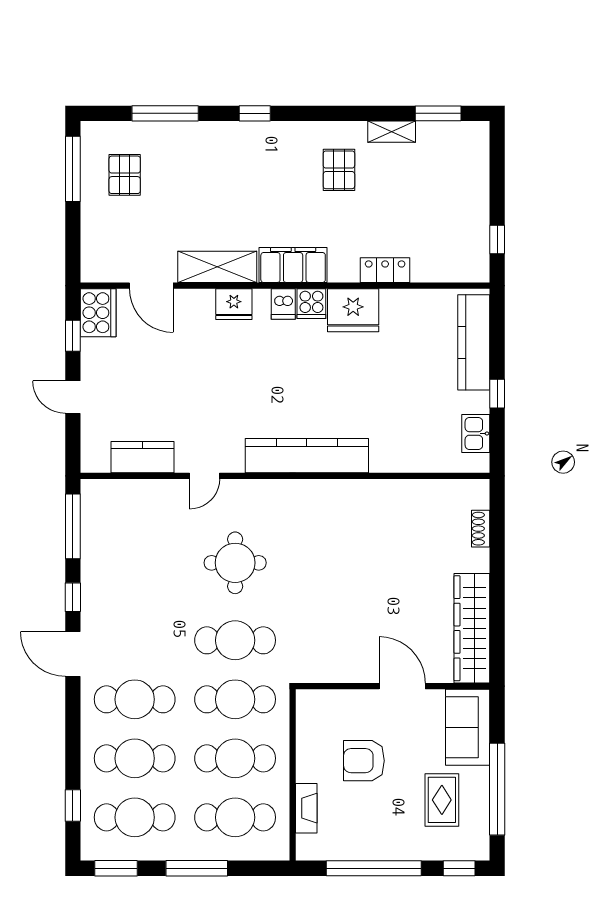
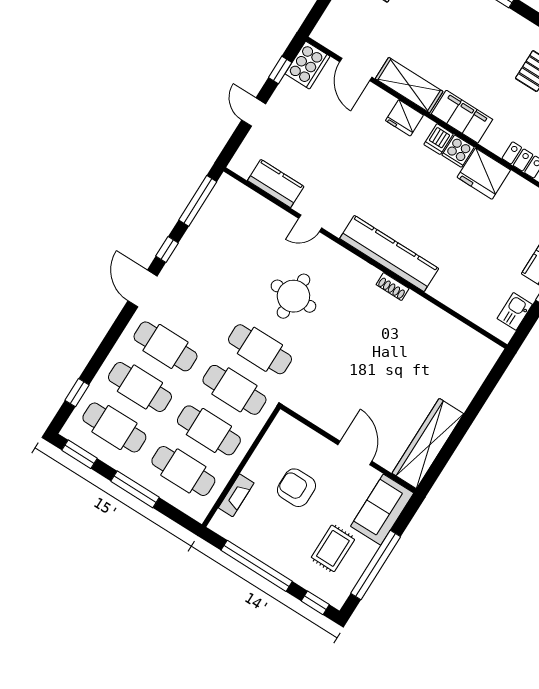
shoe rack: (481, 529) -> (393, 287), moved, turned -90

